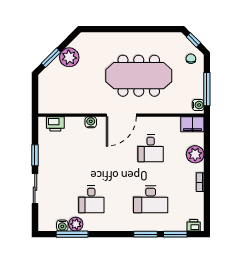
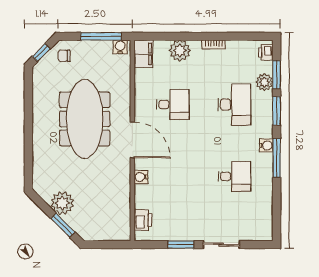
plant: (76, 224) -> (264, 82), moved
water cooler: (62, 226) -> (266, 145), moved
window: (72, 234) -> (277, 158), moved

